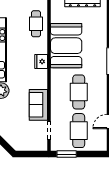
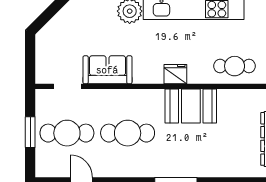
booth: (66, 46) -> (191, 106), width x0.73, depth x0.70
window: (67, 154) -> (30, 132), moved

